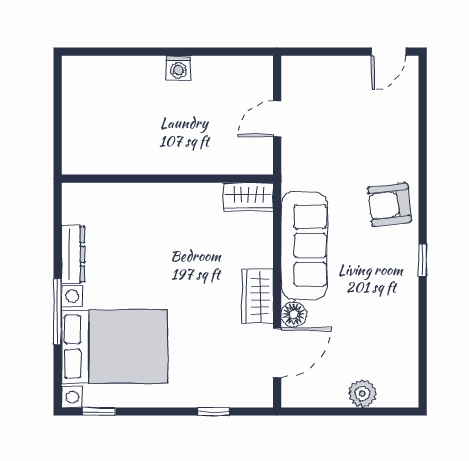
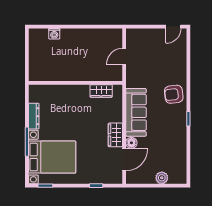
washing machine: (178, 68) -> (54, 34), moved
wardrobe: (248, 197) -> (101, 91), moved

